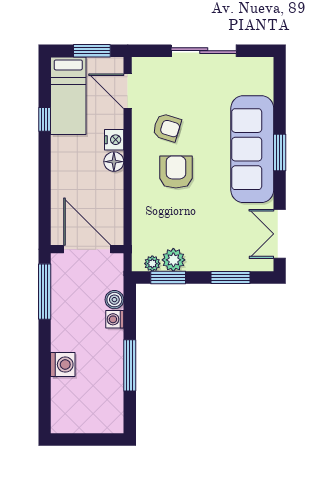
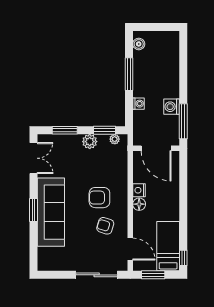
sliding door: (204, 51) -> (97, 275), moved
window: (45, 119) -> (183, 258), moved
nightstand: (114, 140) -> (139, 190), moved
armchair: (176, 172) -> (99, 198), turned 90
plant: (173, 260) -> (90, 142), moved
boiler: (114, 300) -> (139, 44), moved
washing machine: (63, 365) -> (172, 107), moved

